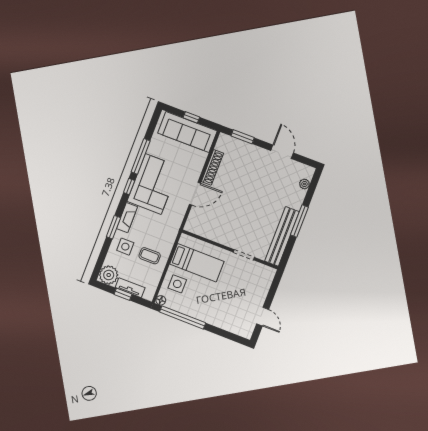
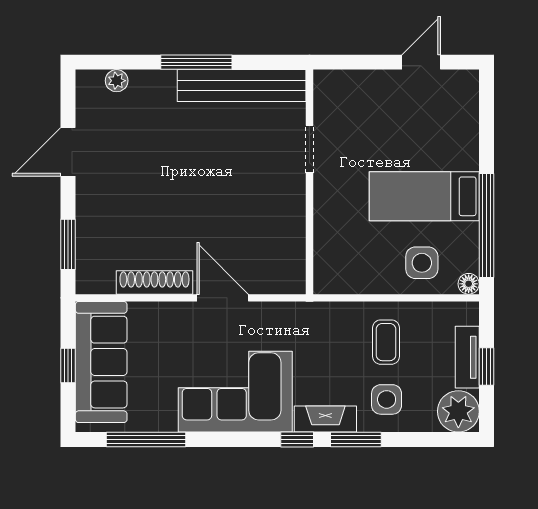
window: (141, 156) -> (146, 440), moved
window: (129, 186) -> (297, 440), moved
bed: (197, 263) -> (424, 196), moved, turned -90

